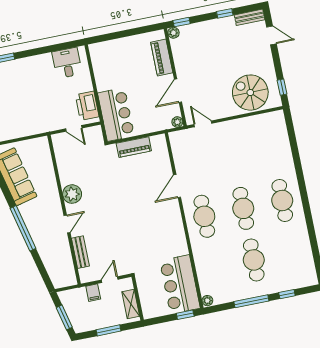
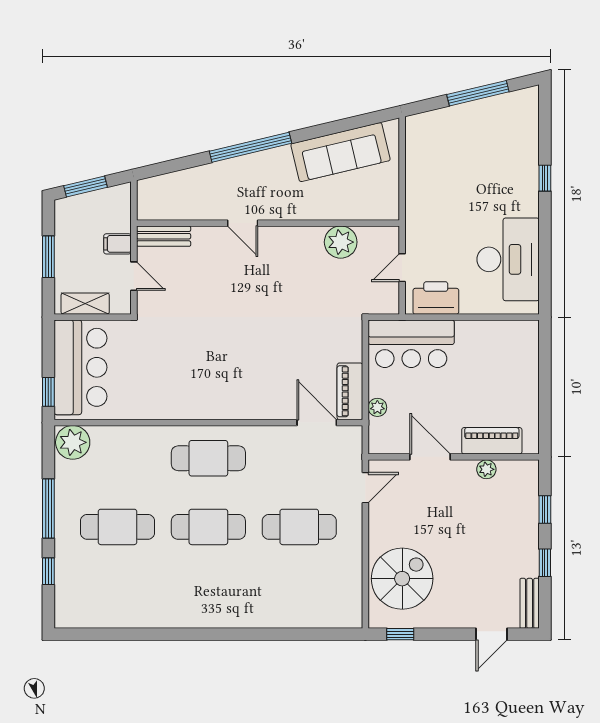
window: (182, 22) -> (545, 510), moved
plant: (173, 33) -> (486, 469), moved
desk: (67, 63) -> (508, 259), width x1.87, depth x1.30
plant: (177, 122) -> (377, 407), moved
piano: (134, 147) -> (350, 391), moved
door: (177, 186) -> (317, 423), moved
plant: (72, 194) -> (341, 242), moved
cafe table: (282, 200) -> (299, 527), moved
bench: (80, 252) -> (164, 236), moved
bar counter: (180, 284) -> (80, 367), moved, turned 90
plant: (207, 301) -> (73, 442), width x1.88, depth x1.88

